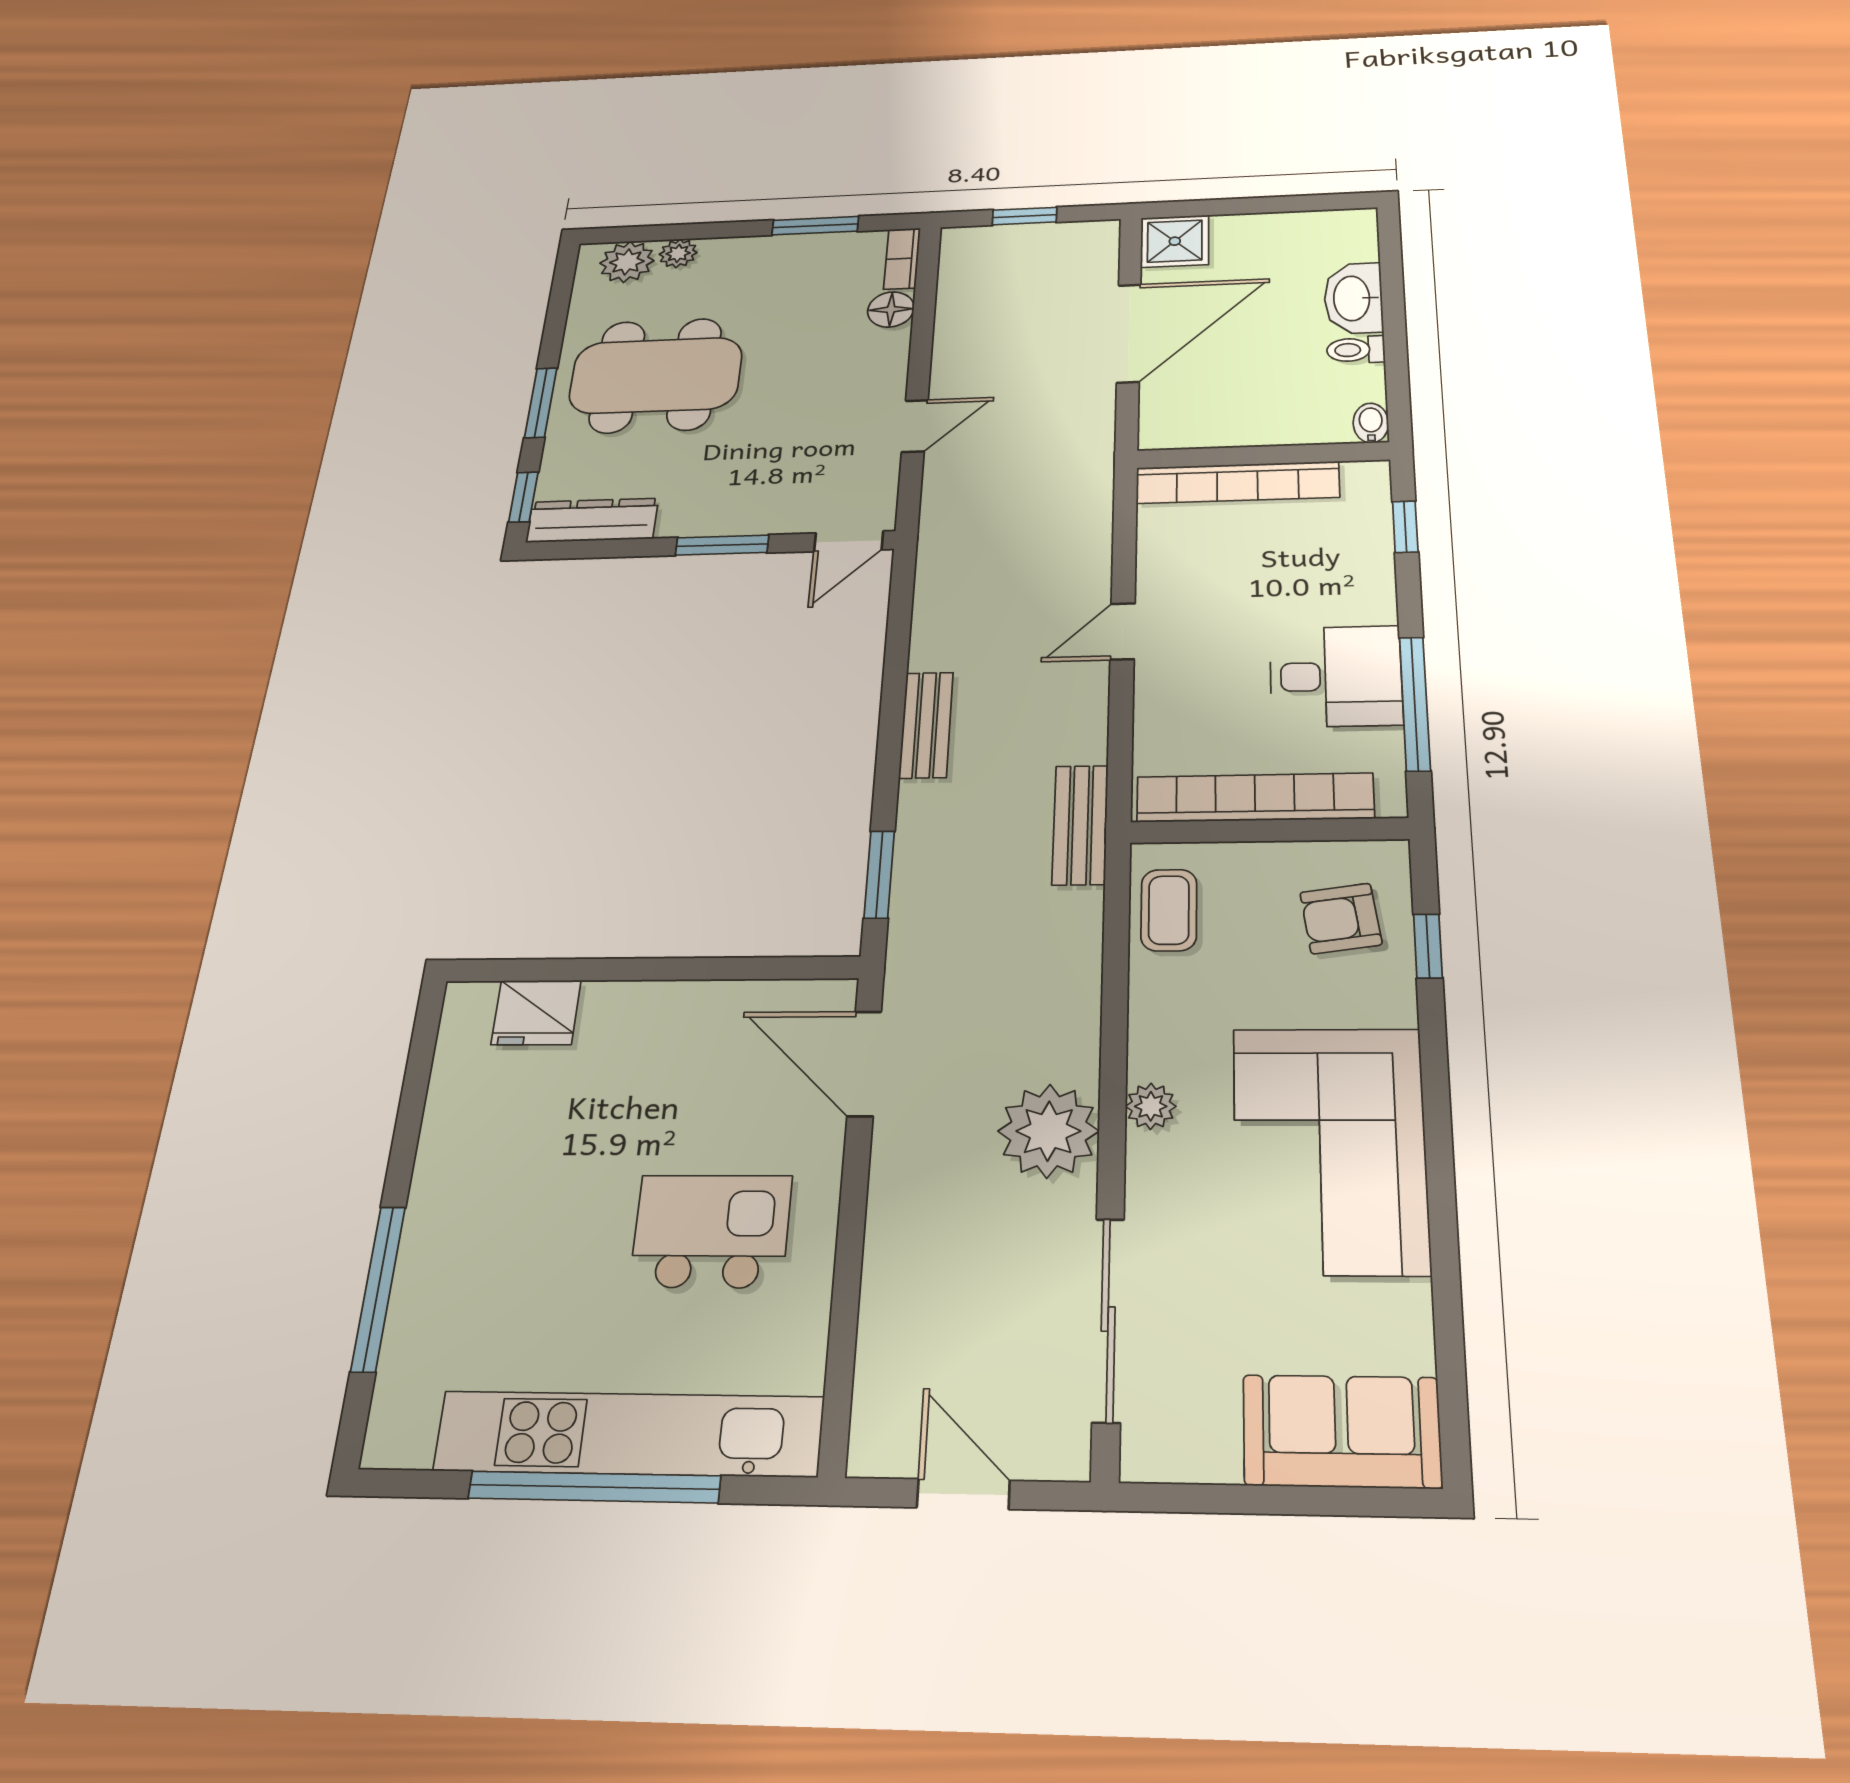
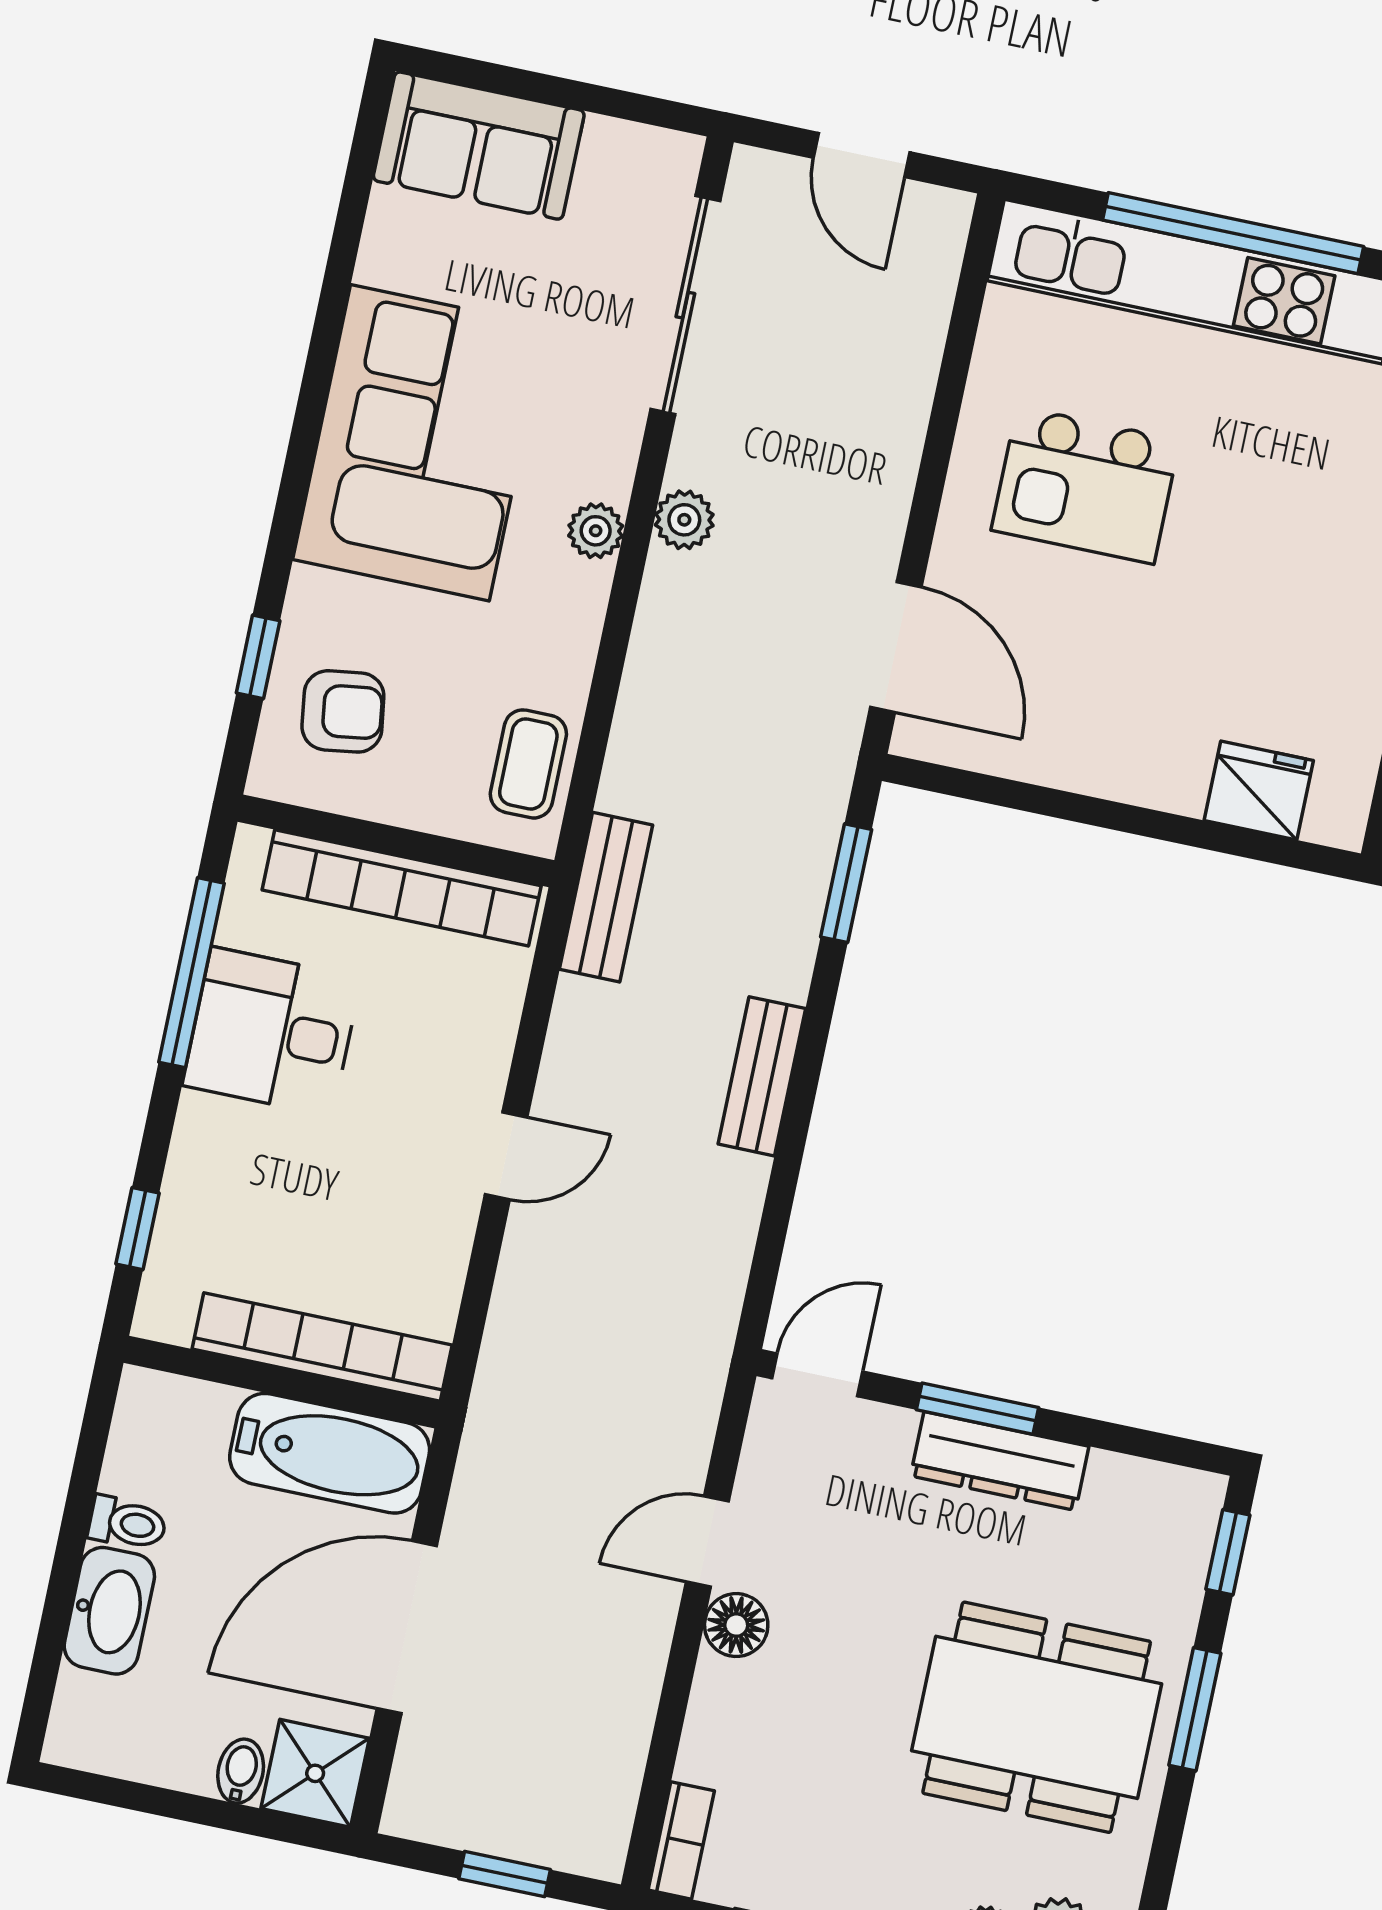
floor lamp: (891, 309) -> (736, 1625), moved
bathtub: (1214, 420) -> (330, 1453), added
bidet: (1371, 423) -> (241, 1771), moved, turned 180
dresser: (592, 520) -> (1000, 1461), moved
plant: (1048, 1131) -> (684, 520), width x0.53, depth x0.53

